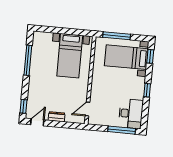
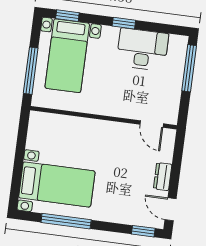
bed with nightstands: (70, 56) -> (57, 184), moved
desk: (131, 114) -> (142, 49), moved

